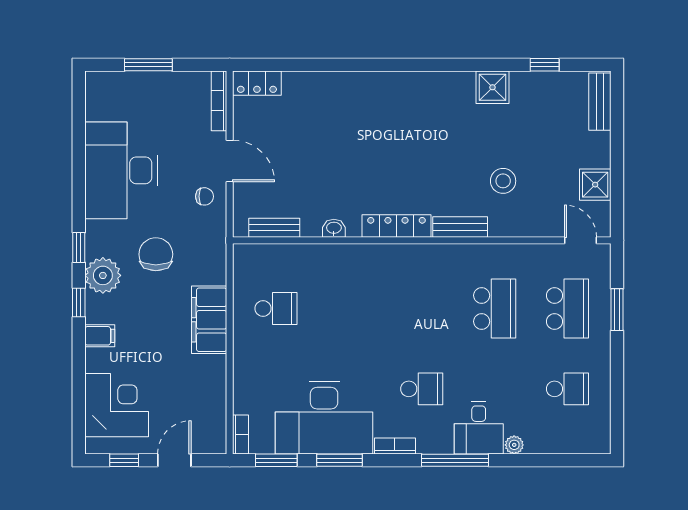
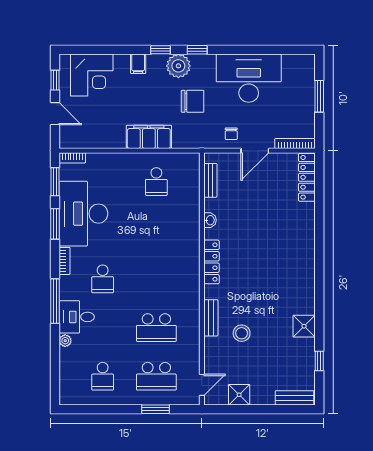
locker: (257, 83) -> (307, 177), width x1.53
bench: (460, 227) -> (211, 318), moved

